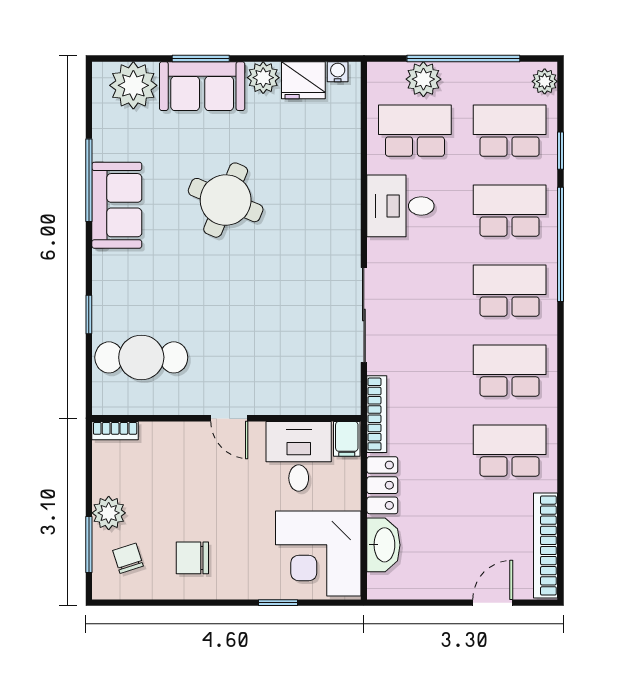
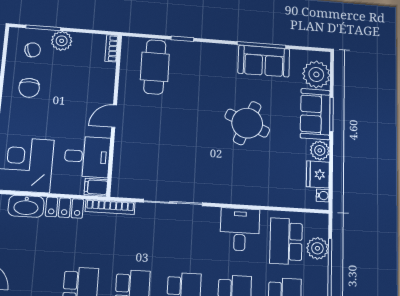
school desk: (415, 131) -> (286, 241), turned 180
sofa: (117, 205) -> (264, 61), moved
chair: (192, 558) -> (29, 88), turned 180

